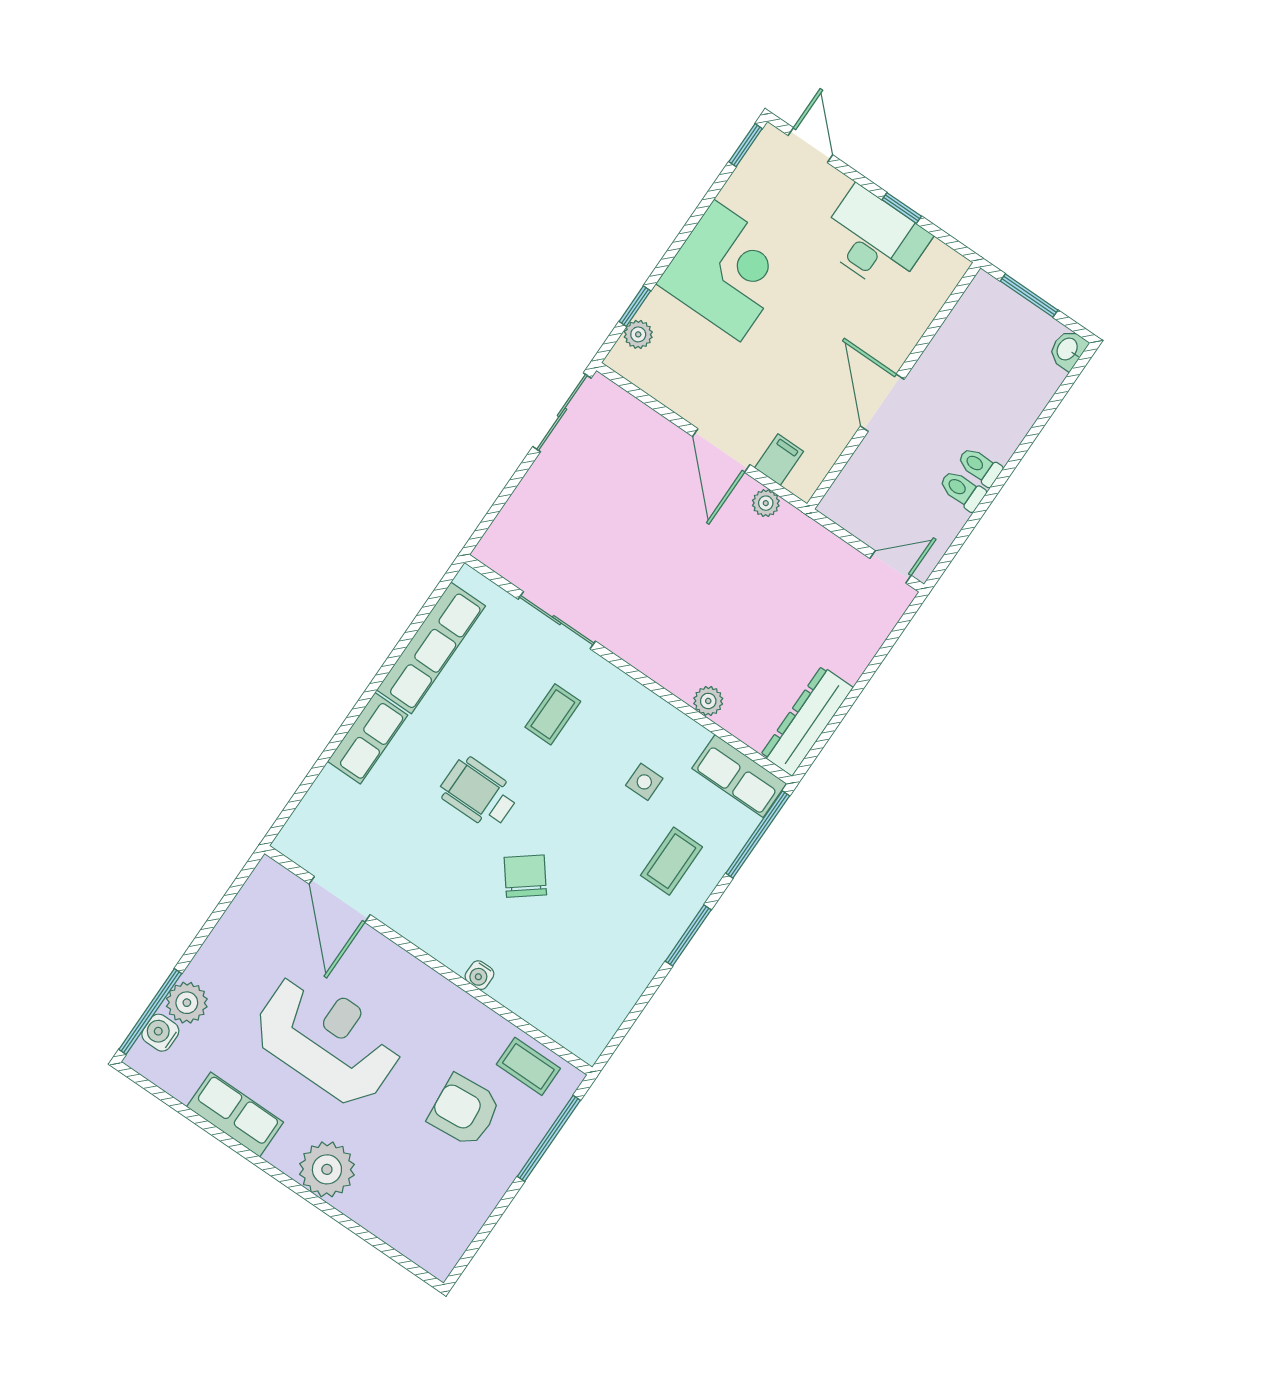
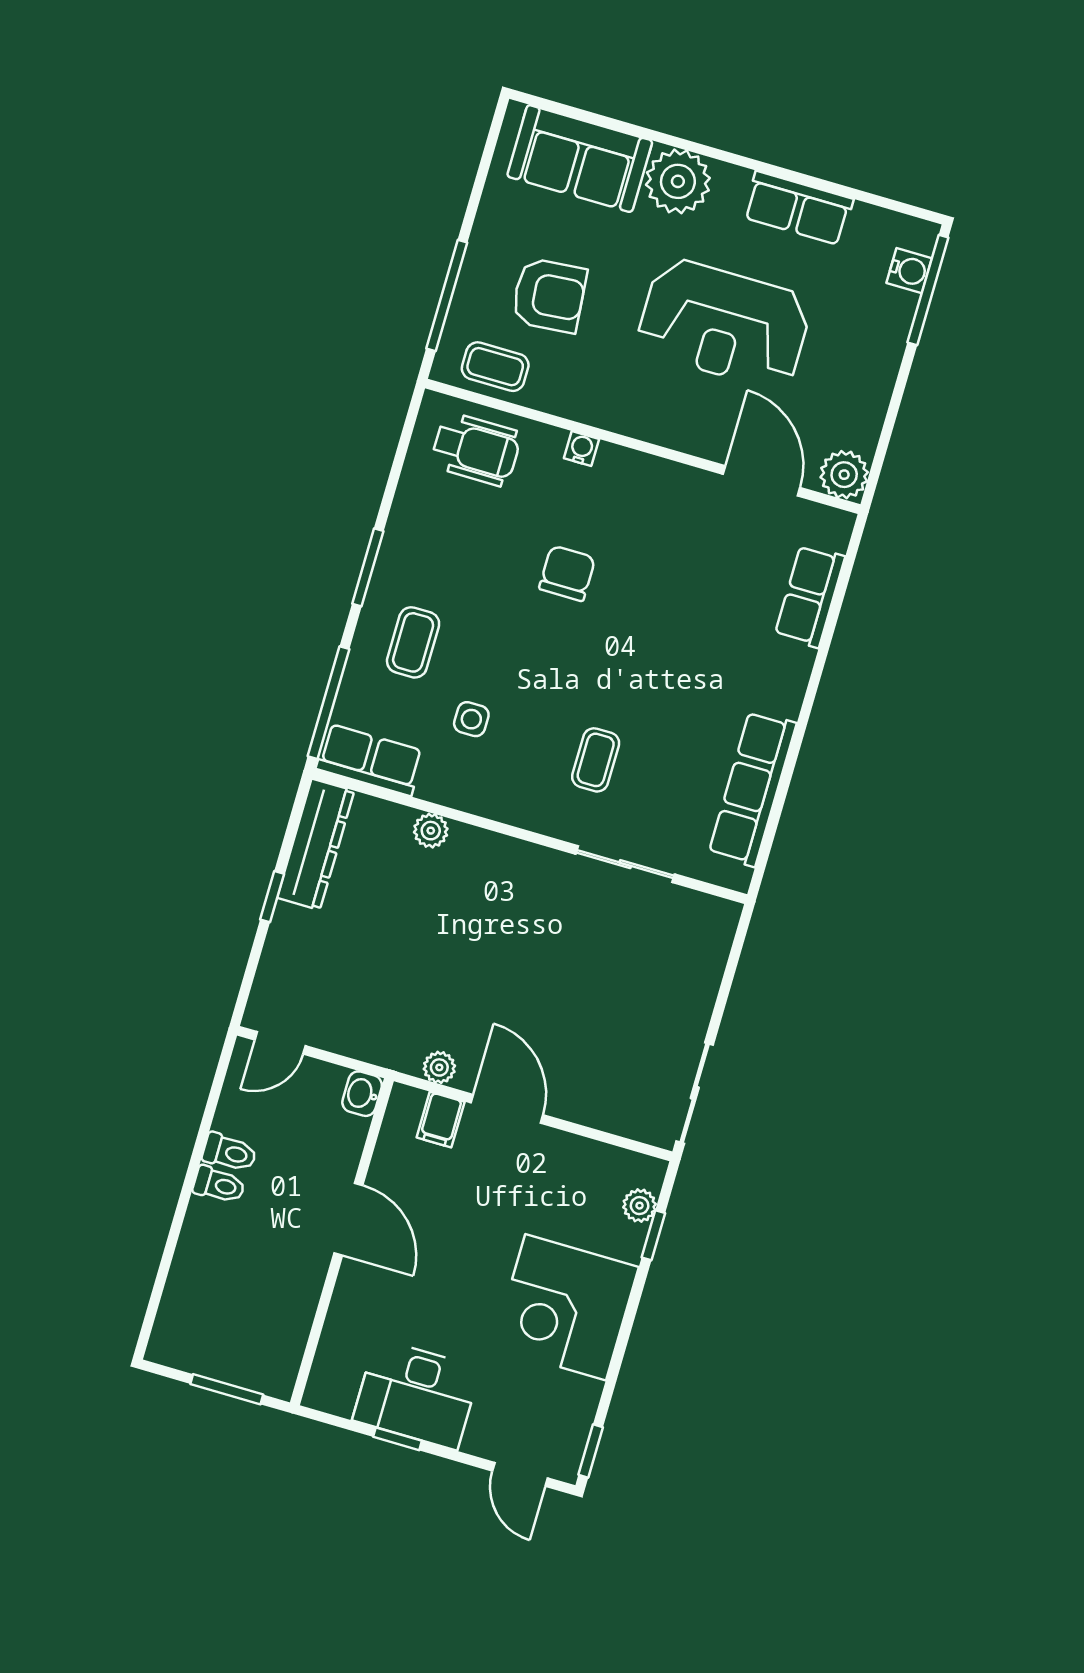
washbasin: (1068, 350) -> (362, 1094), moved, turned 180
window: (857, 690) -> (272, 897), added
row of seats: (368, 738) -> (810, 596), moved
wheelchair: (479, 793) -> (476, 449), moved
chair: (525, 876) -> (567, 573), turned -142
plant: (187, 1003) -> (844, 475), moved
sofa: (402, 1215) -> (580, 159), added

